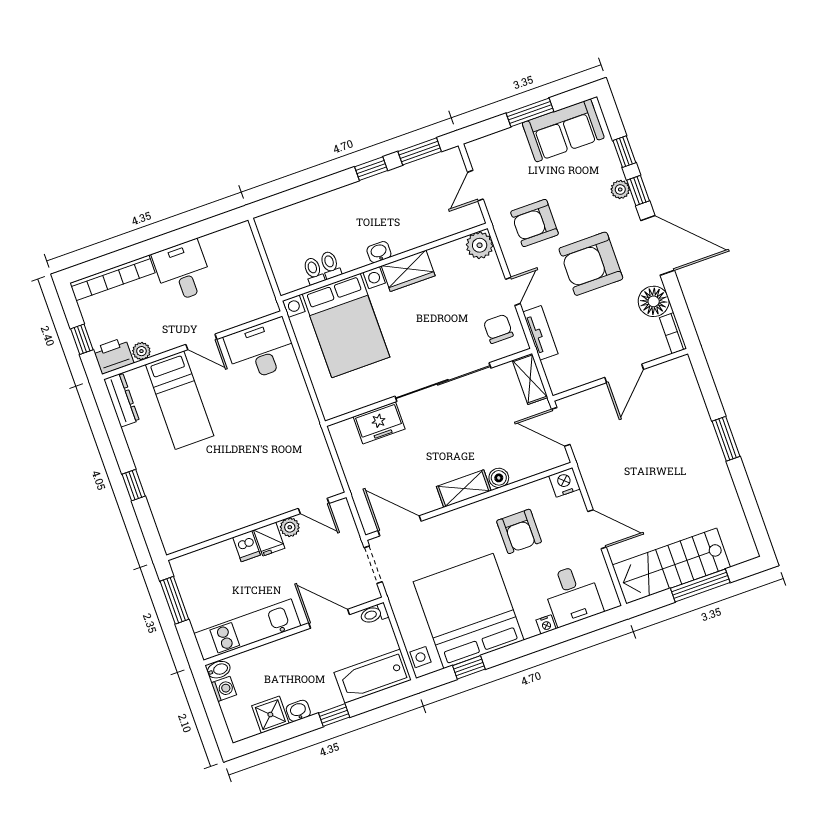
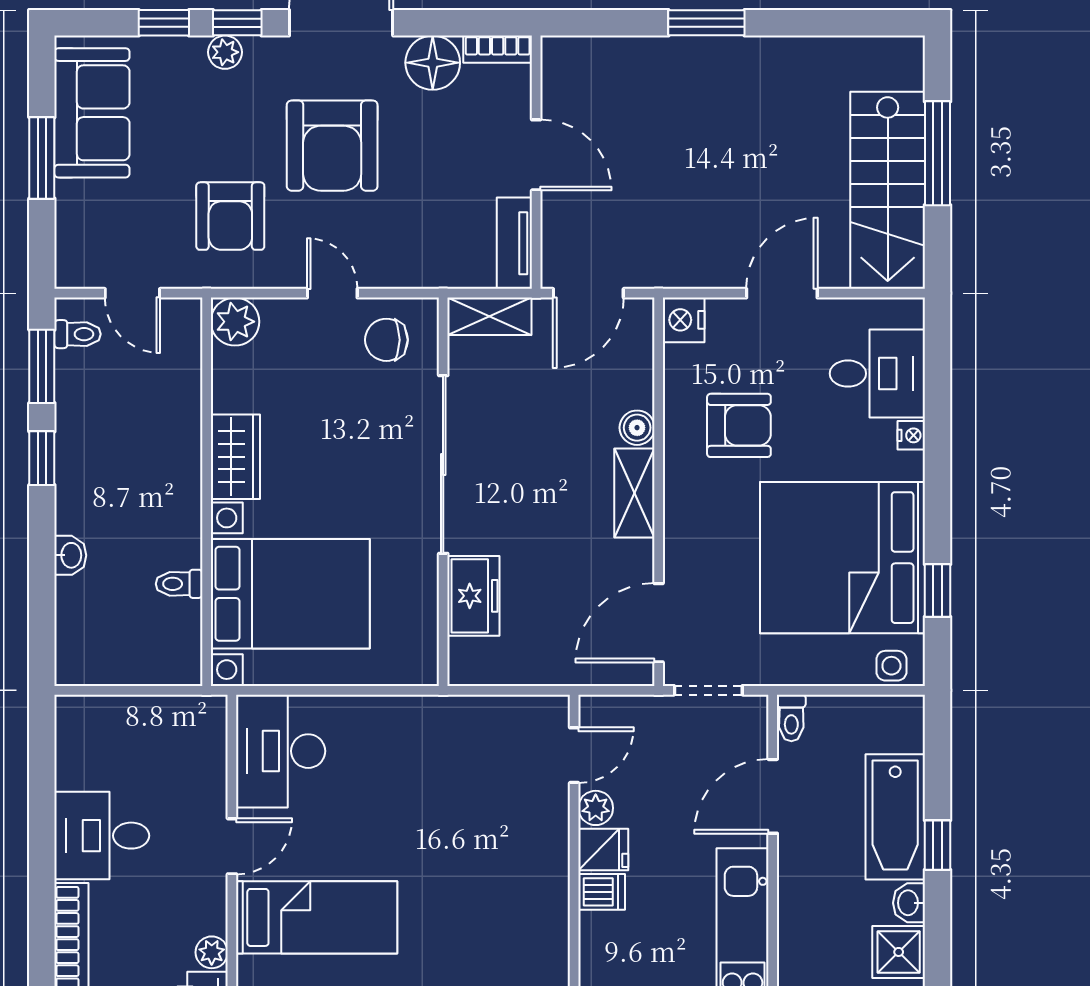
washbasin: (379, 252) -> (70, 555), moved, turned 180
toilet: (314, 271) -> (78, 334), moved, turned 180
tv unit: (540, 333) -> (514, 243), moved, turned -90
bathtub: (373, 676) -> (895, 817), moved

